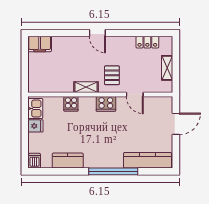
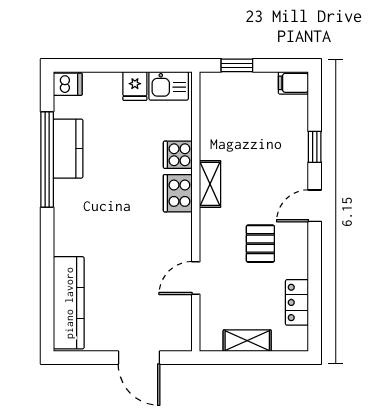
window: (67, 33) -> (315, 147), added
filing cabinet: (40, 44) -> (293, 83), width x0.50
window: (25, 73) -> (237, 65), added
pallet: (112, 75) -> (260, 244), moved, turned 90
cooker: (106, 104) -> (178, 193), moved
window: (113, 171) -> (47, 159), moved

